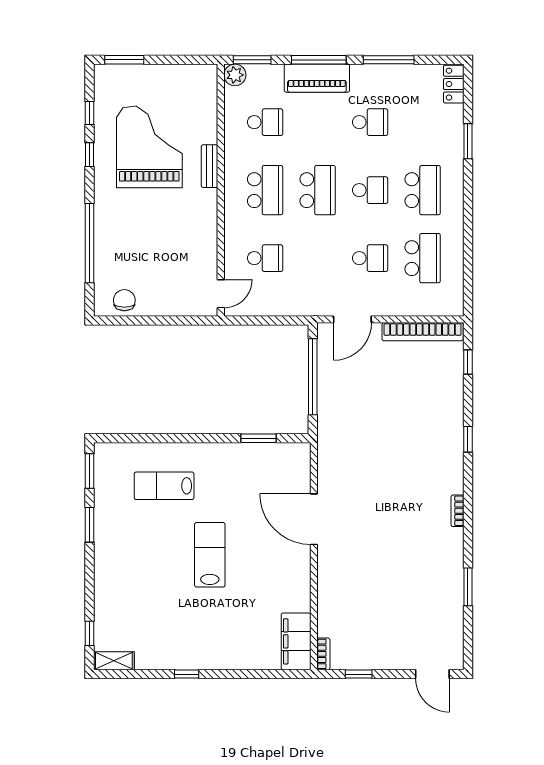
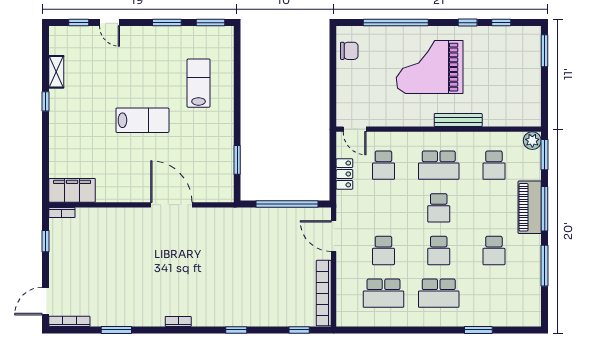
locker: (454, 84) -> (344, 174), moved, turned 90
grand piano: (149, 147) -> (430, 67), moved, turned 180
bench: (210, 166) -> (458, 120), width x1.36
school desk: (318, 190) -> (439, 208), width x0.54
door: (314, 519) -> (171, 205), hinge flipped
door: (90, 595) -> (109, 23), added
bookcase: (457, 645) -> (69, 321), added
shelving: (114, 661) -> (56, 72), moved

